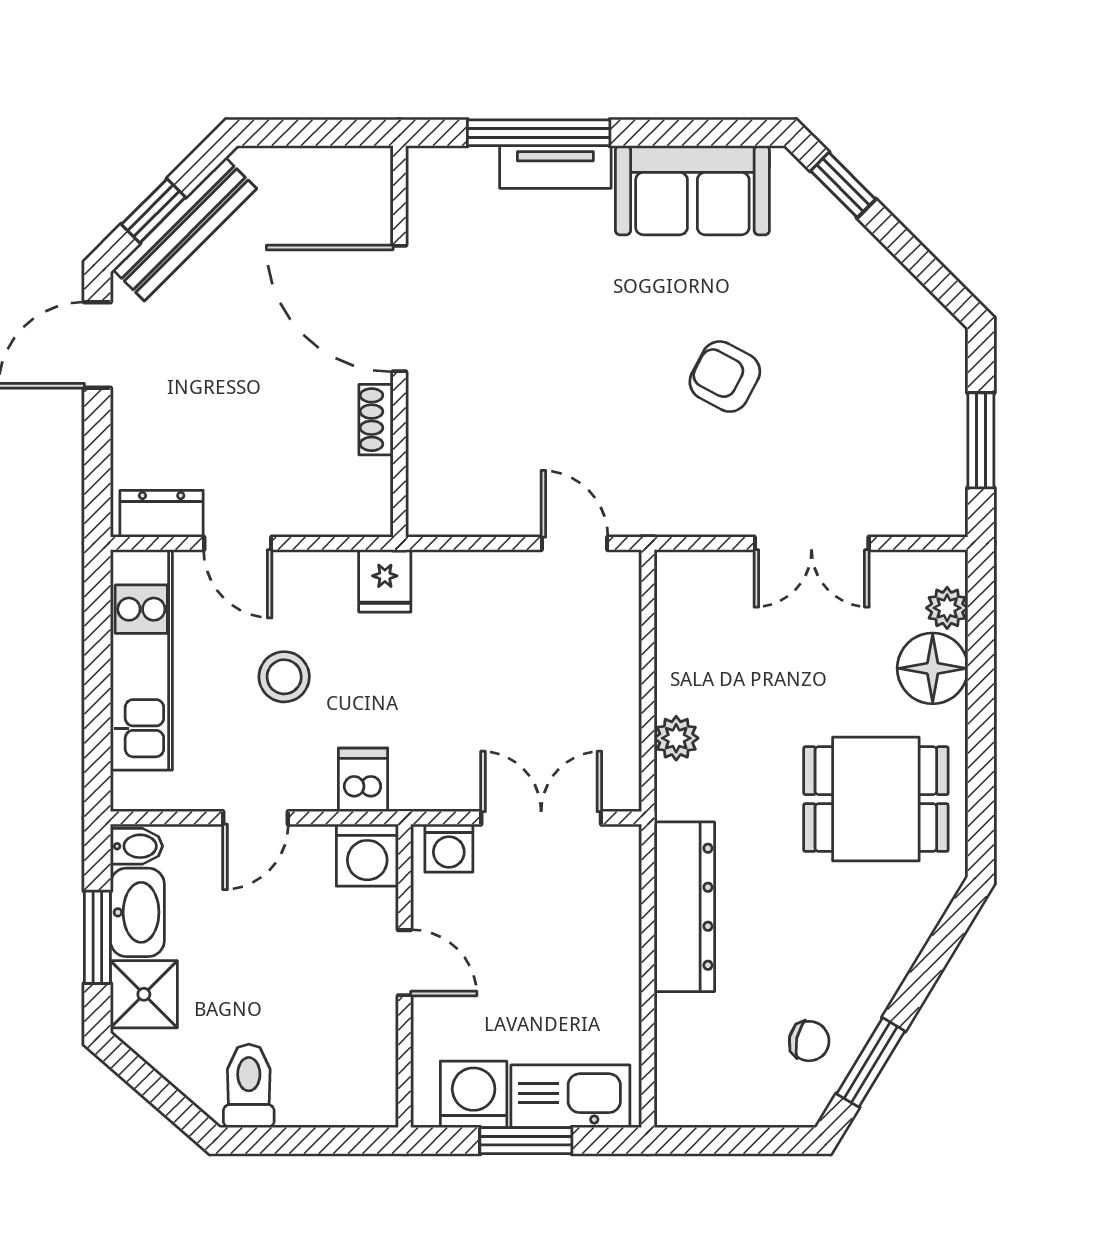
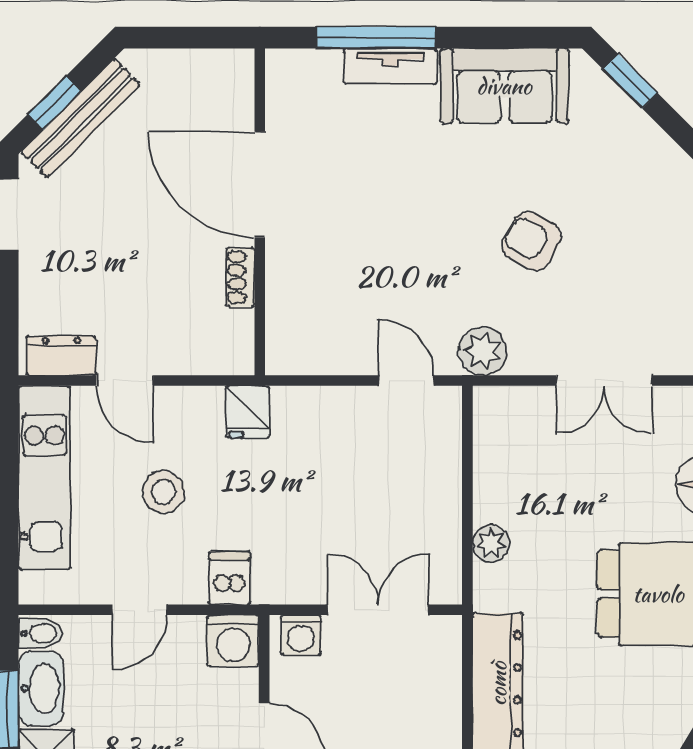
plant: (666, 508) -> (483, 351), added

